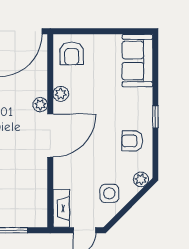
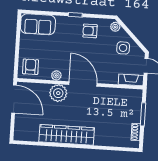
armchair: (72, 53) -> (31, 67), turned -90
plant: (40, 105) -> (58, 93), width x1.88, depth x1.88
armchair: (132, 141) -> (90, 31), turned 90

